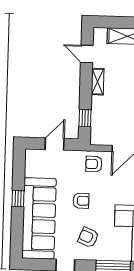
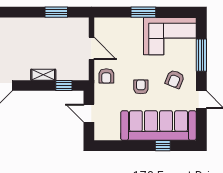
shelving: (98, 82) -> (43, 75), moved
window: (18, 199) -> (163, 146), moved

